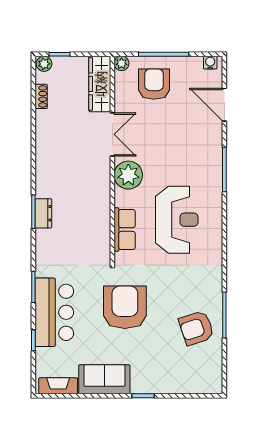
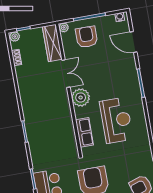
dresser: (43, 213) -> (31, 131), removed

